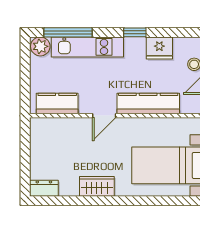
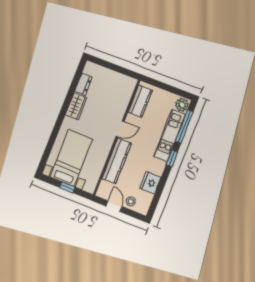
window: (135, 32) -> (172, 158), moved
door: (104, 116) -> (120, 129), swing flipped
dresser: (44, 188) -> (83, 84), moved

